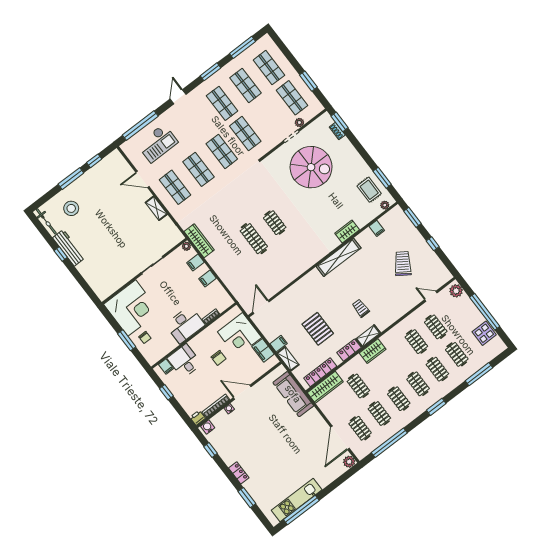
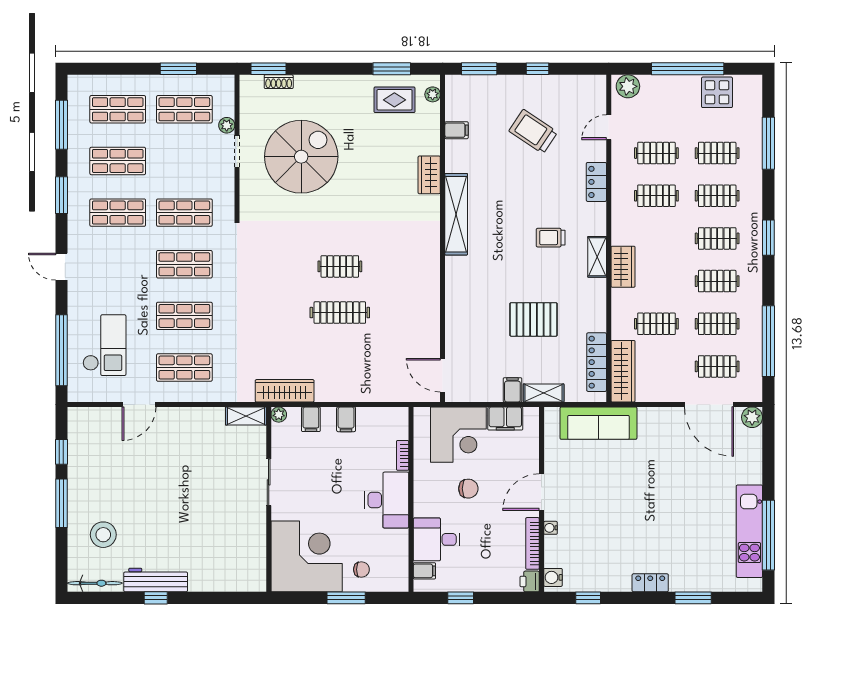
shelving: (156, 208) -> (246, 416), moved
locker: (349, 350) -> (596, 182), moved

